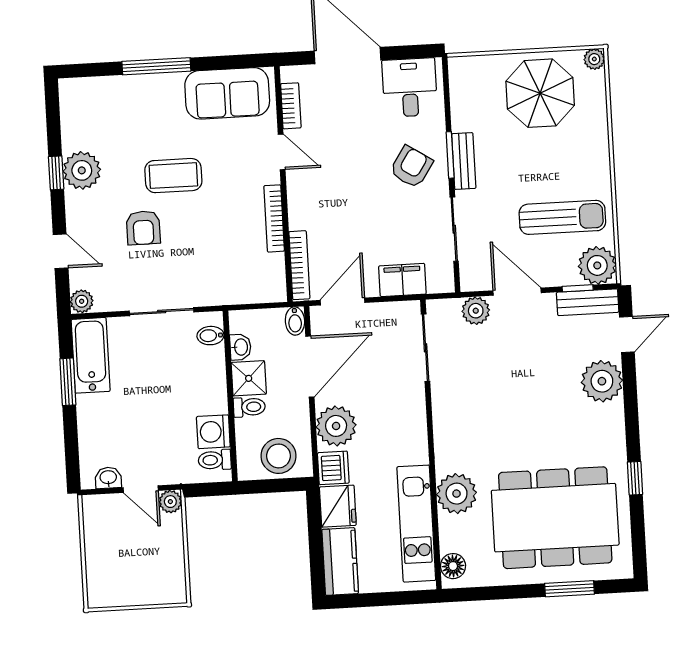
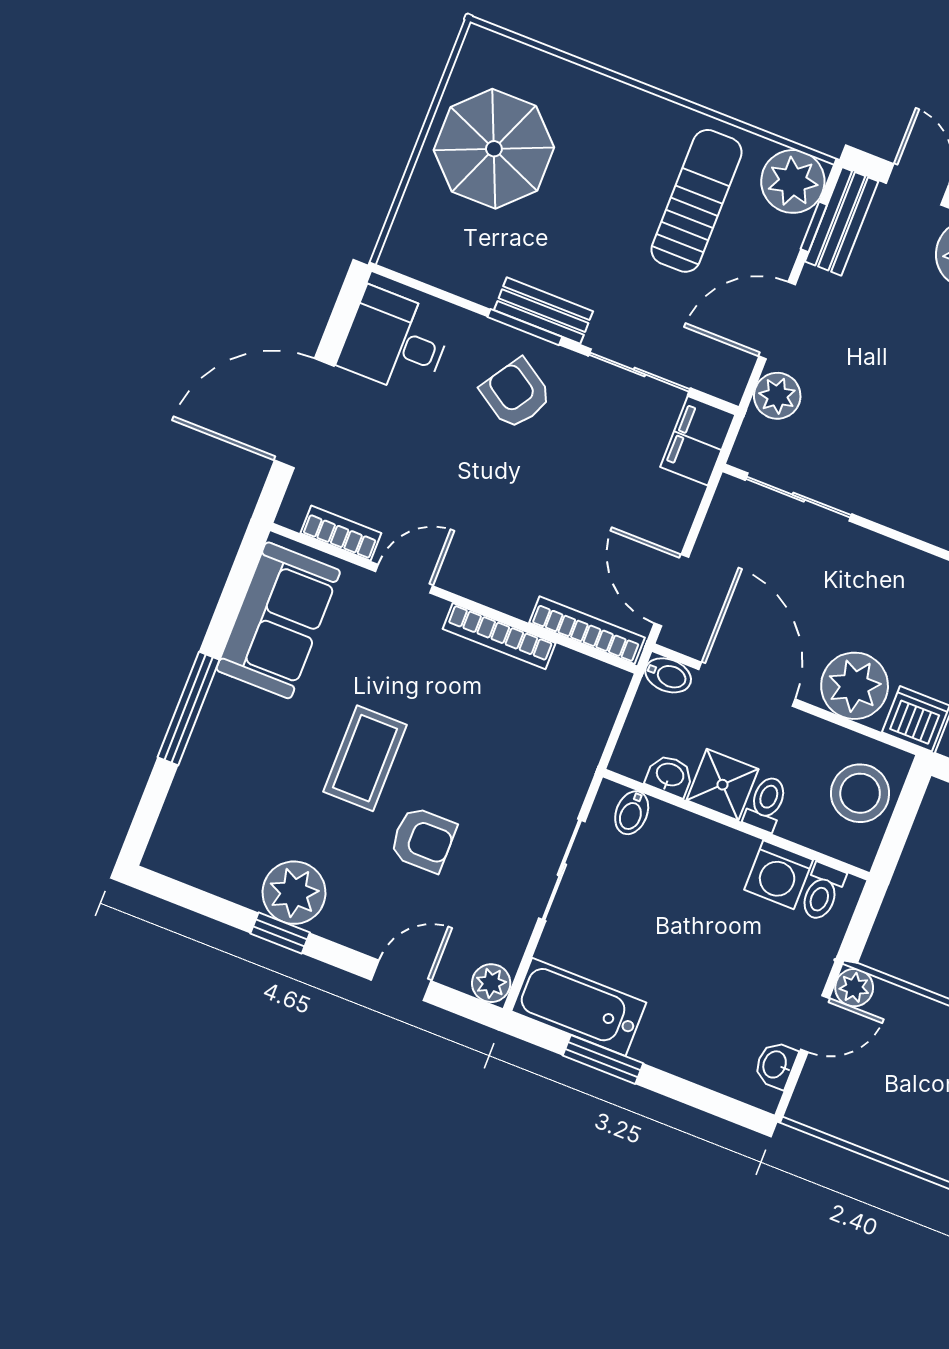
plant: (594, 59) -> (480, 44), removed
filing cabinet: (402, 280) -> (698, 441), moved

